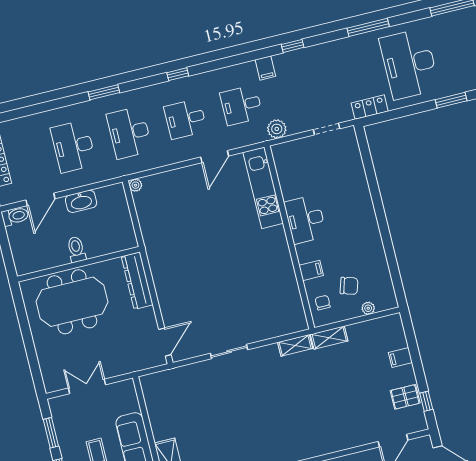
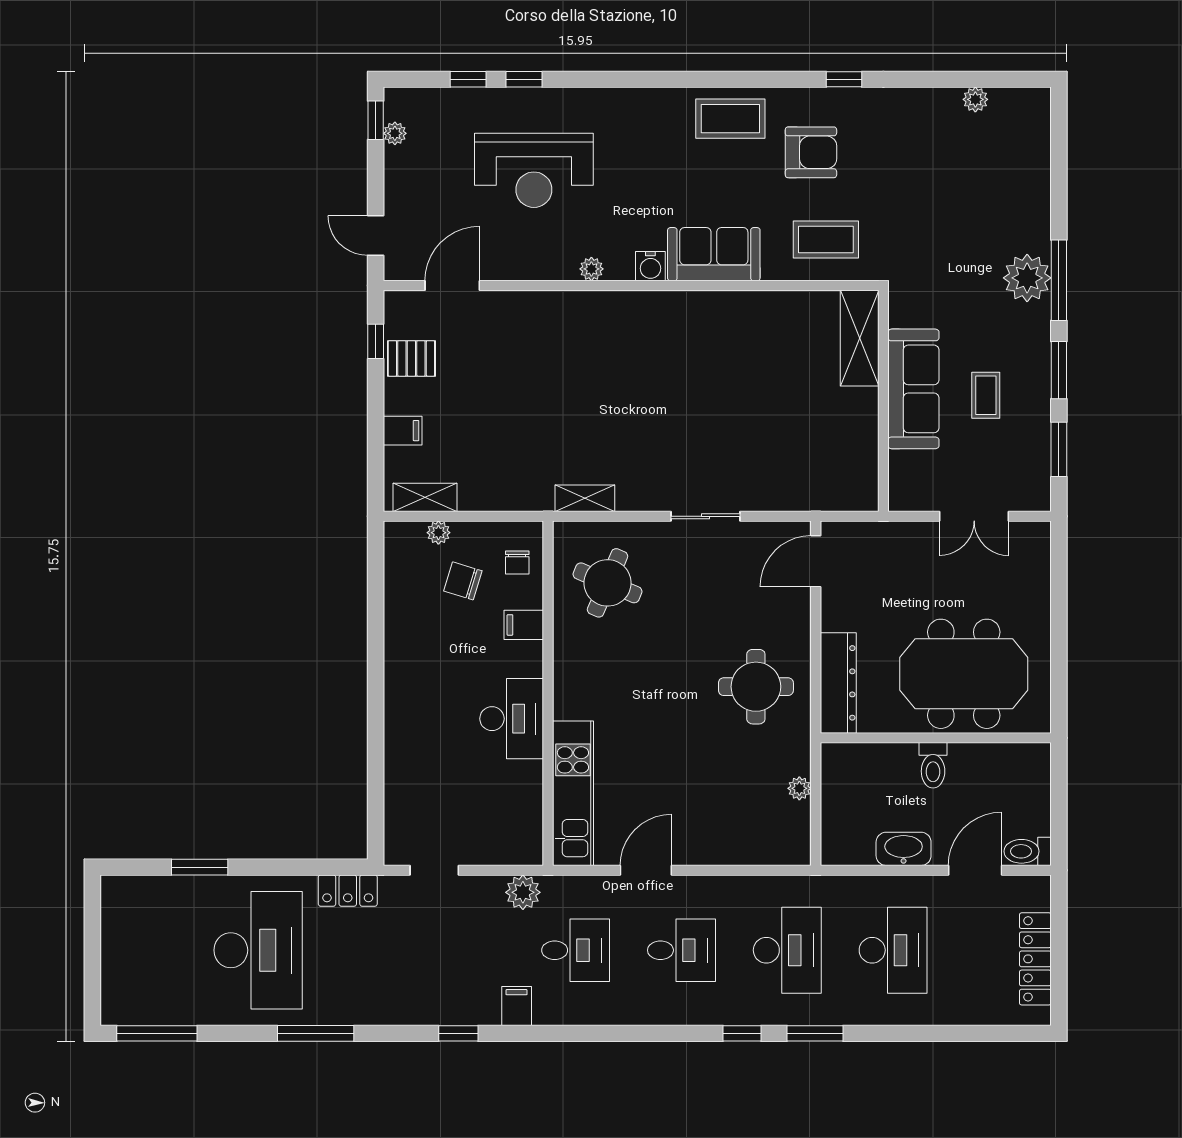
window: (178, 74) -> (742, 1033), moved
plant: (136, 185) -> (799, 788), moved
round table: (180, 268) -> (756, 687), added
round table: (272, 304) -> (608, 583), added
shelving: (329, 338) -> (425, 497), moved

